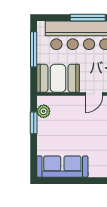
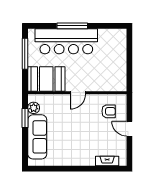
sofa: (62, 167) -> (37, 137), moved, turned 90

